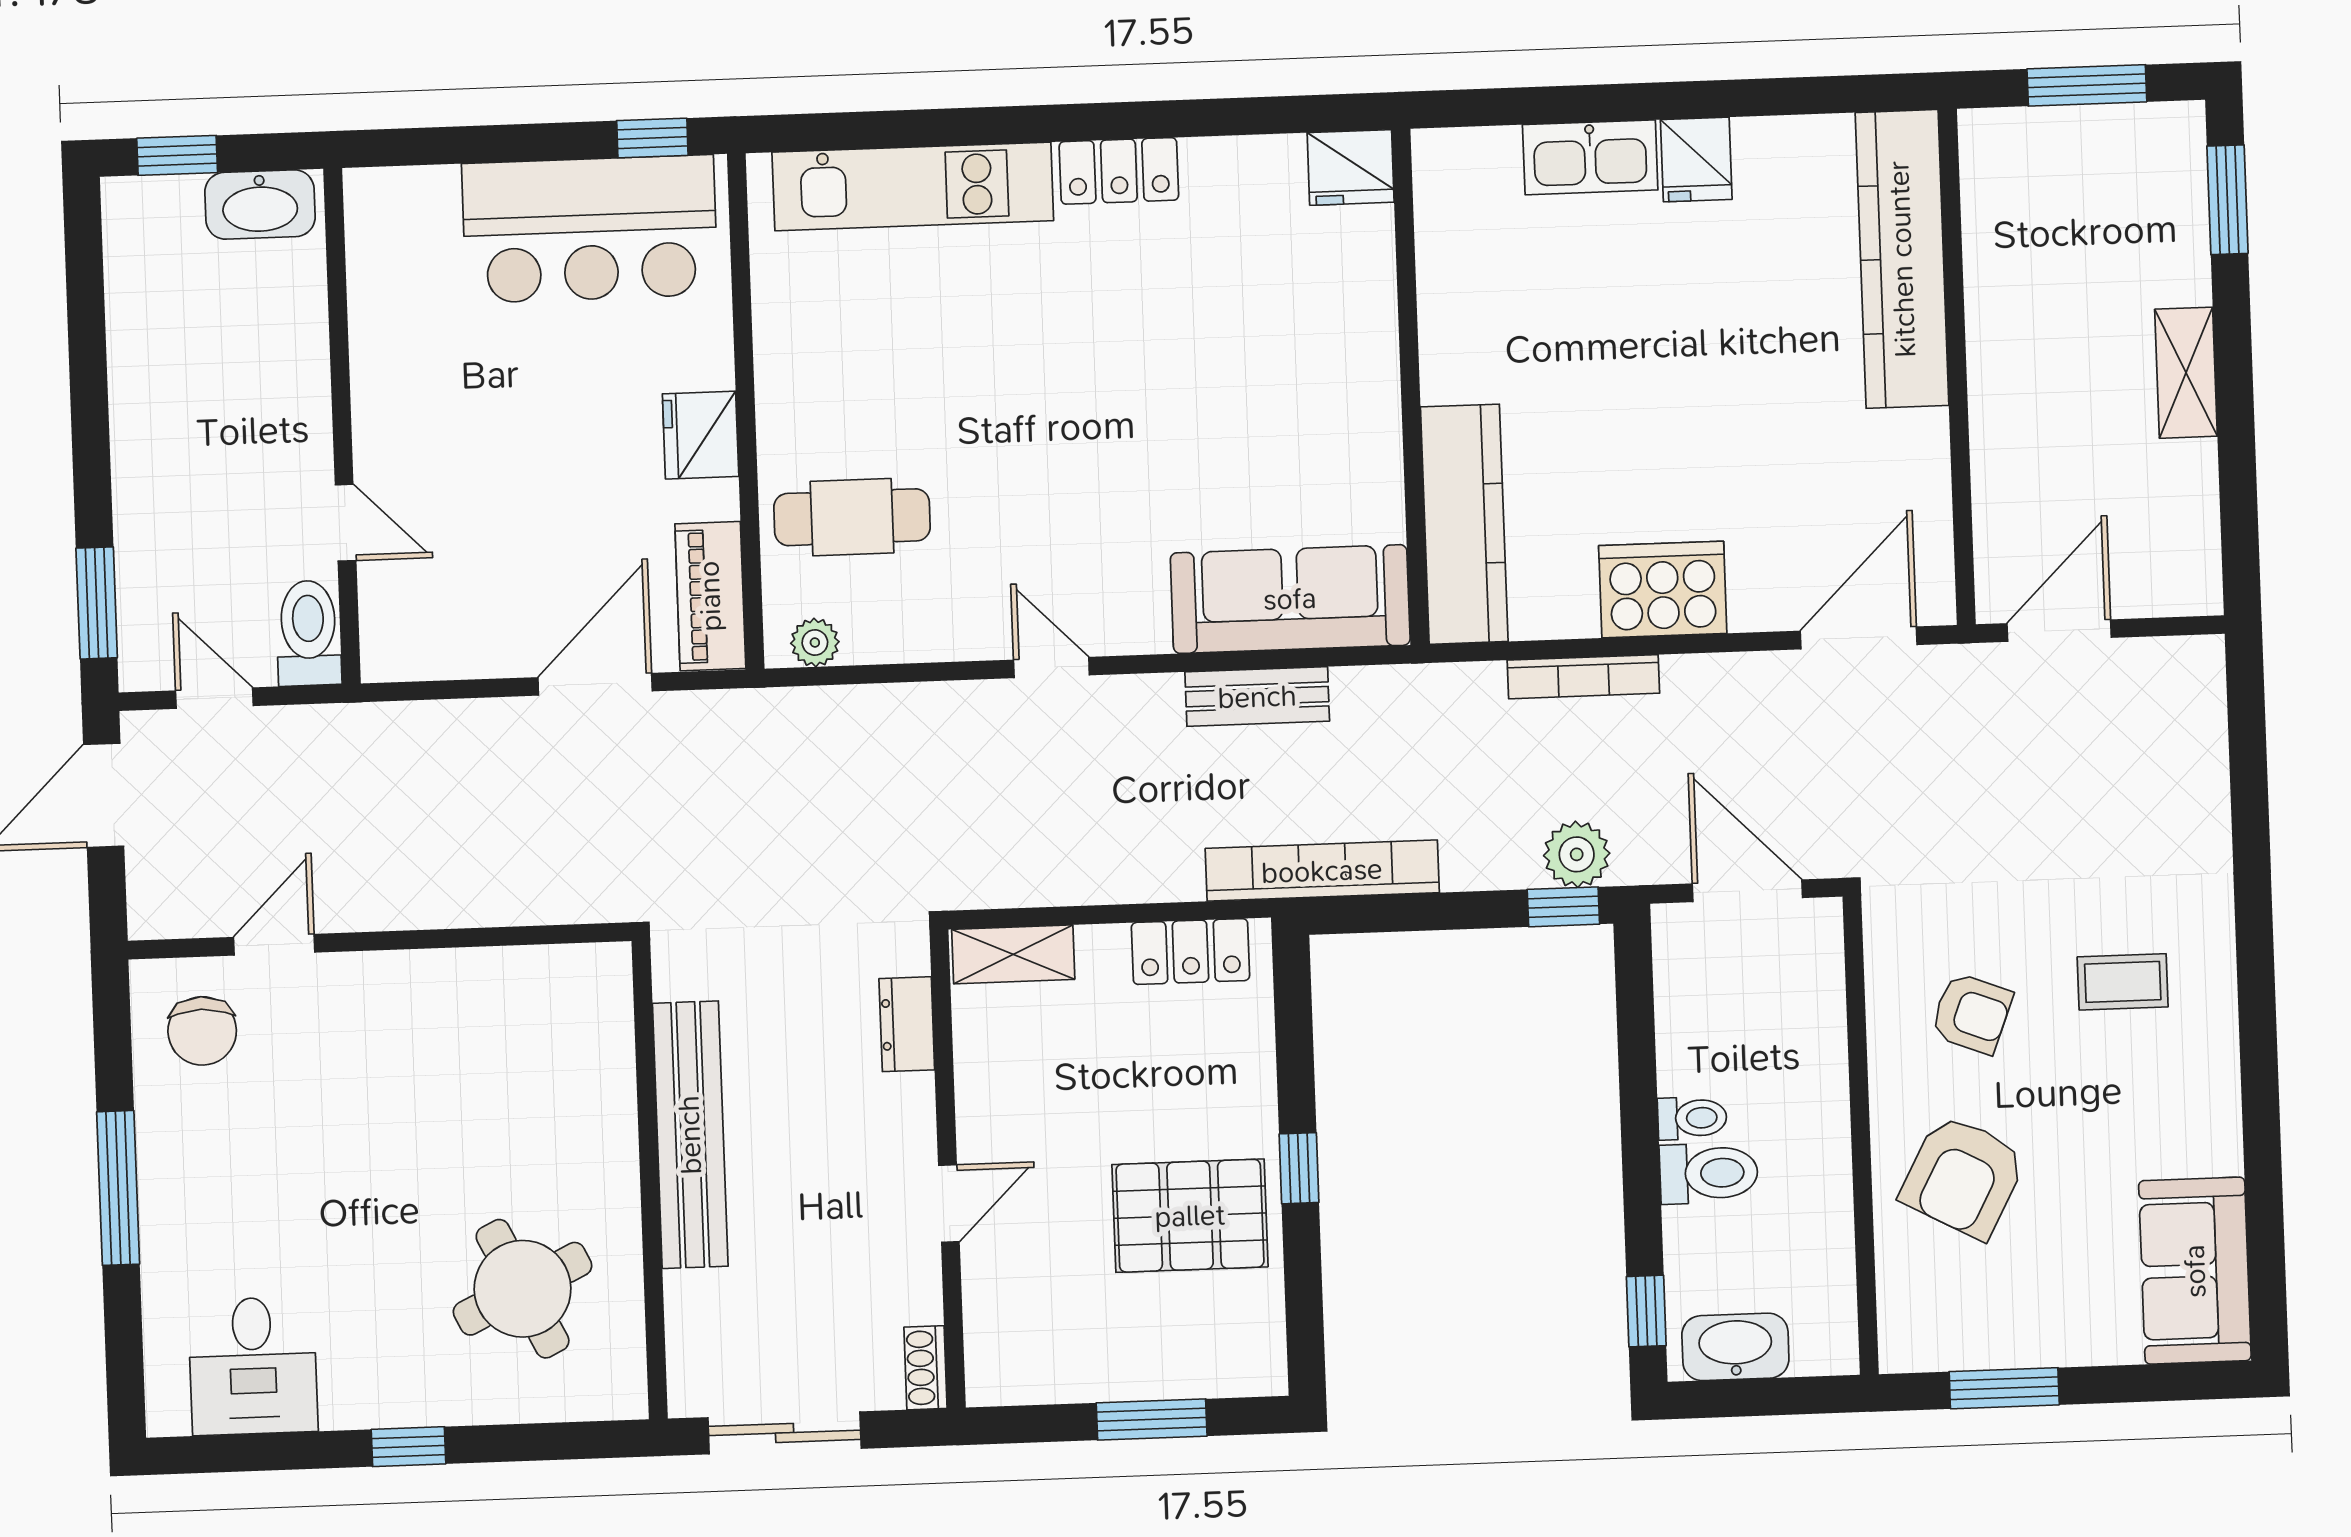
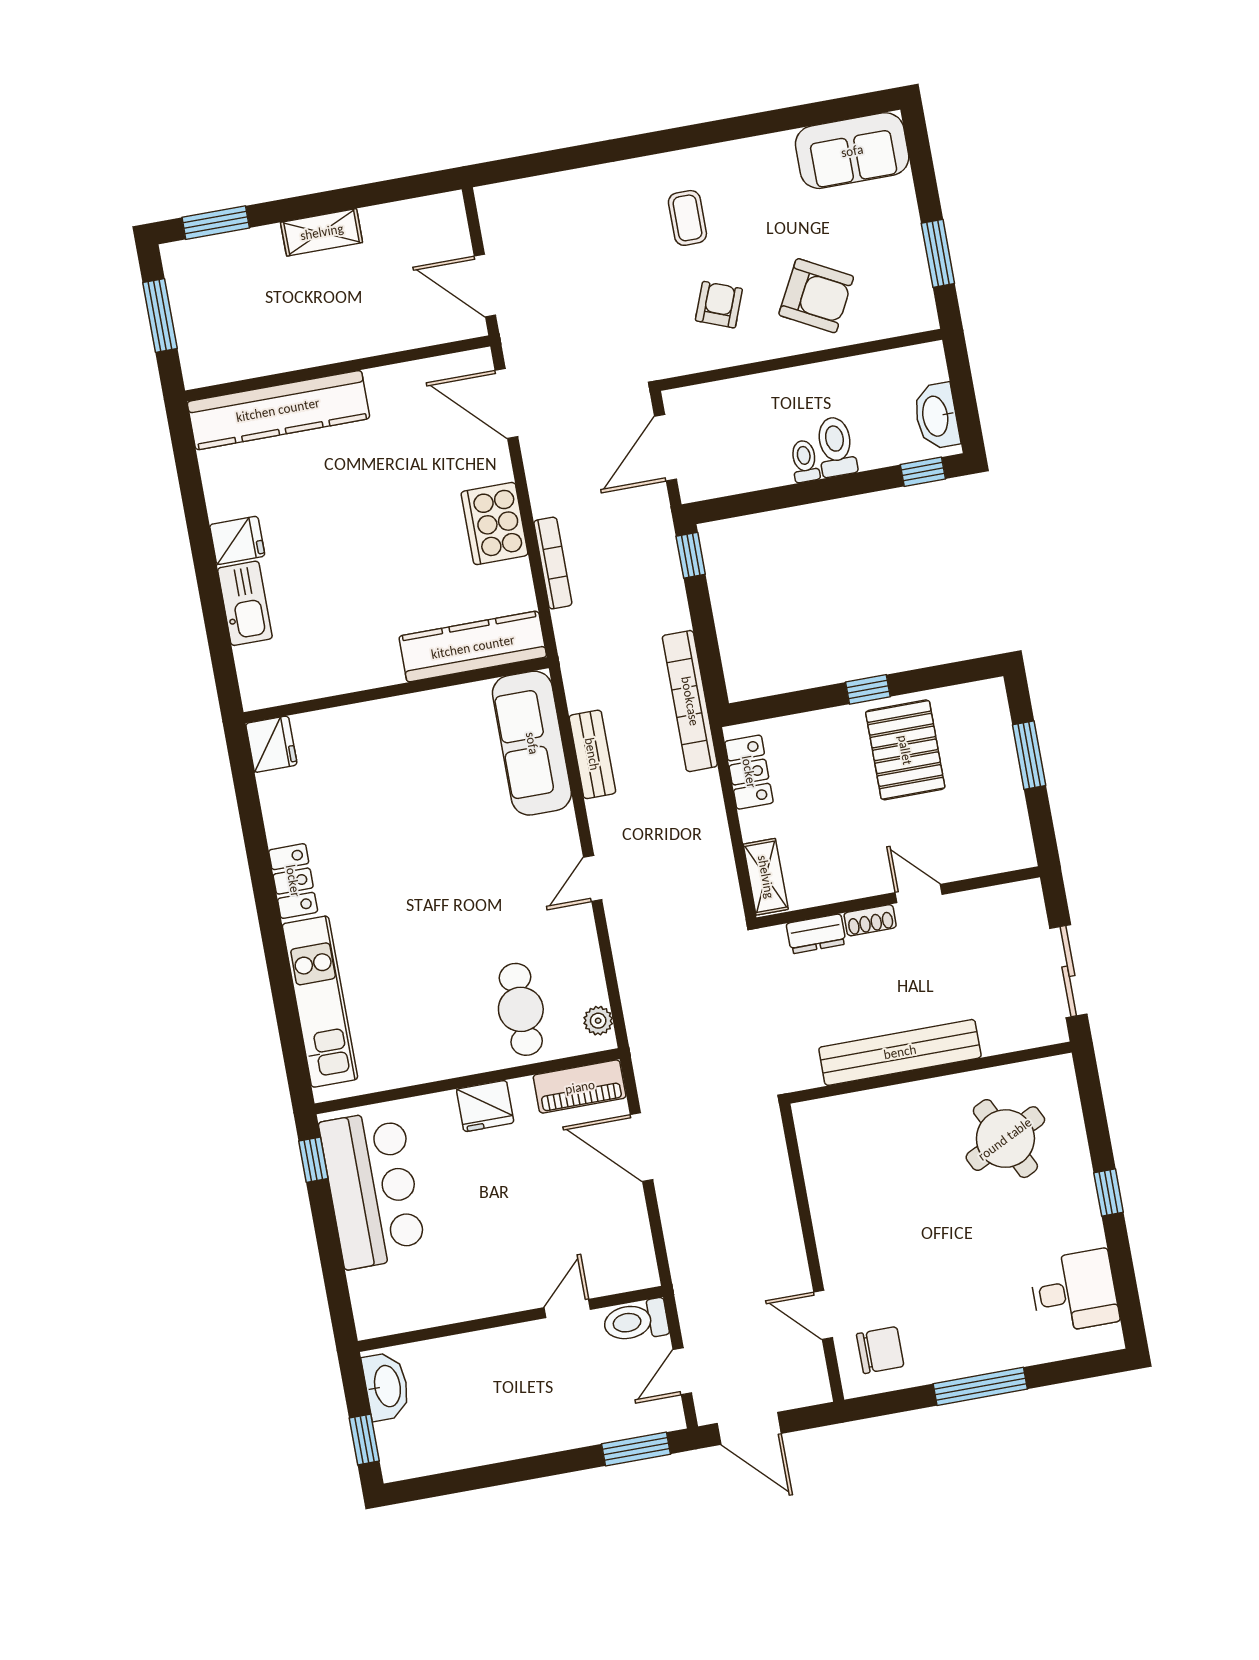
plant: (1577, 854) -> (659, 552), removed
shoe rack: (925, 1368) -> (870, 920), moved

